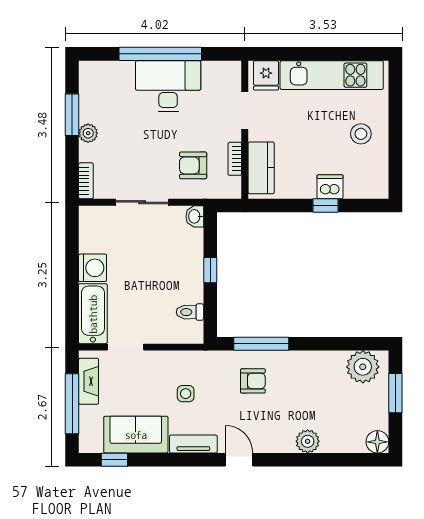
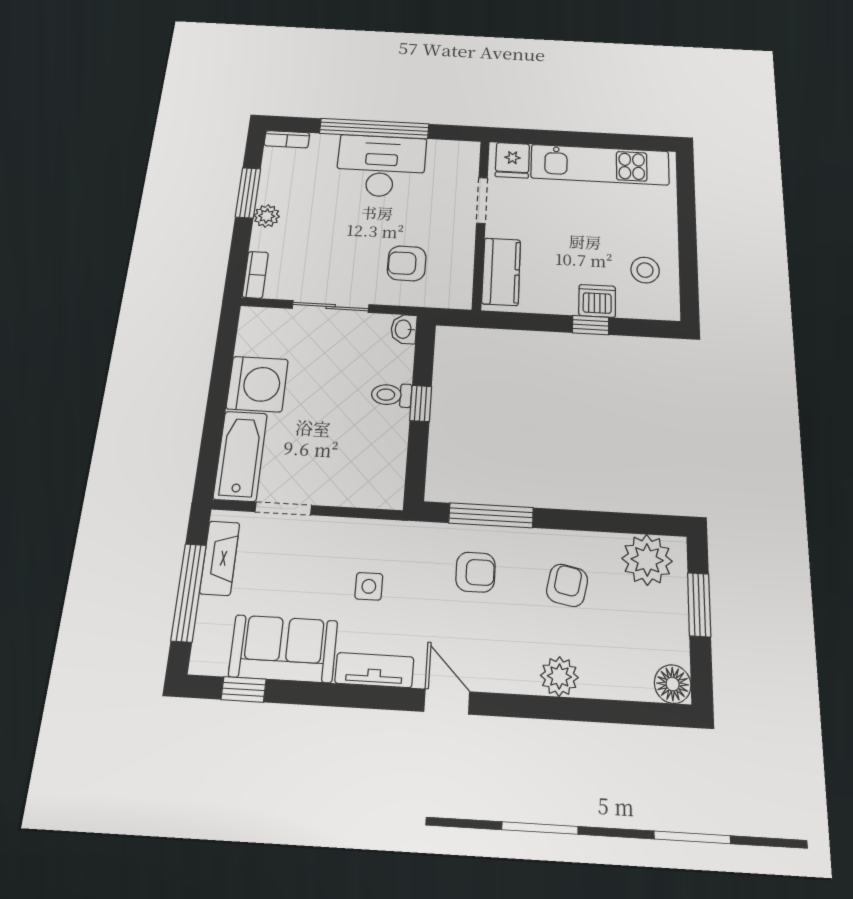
stool: (361, 134) -> (645, 270), moved
bookcase: (235, 159) -> (287, 139), moved, turned -90
washing machine: (93, 268) -> (257, 384), width x1.37, depth x1.37
toilet: (190, 312) -> (391, 395), moved
armchair: (312, 386) -> (567, 585), added

